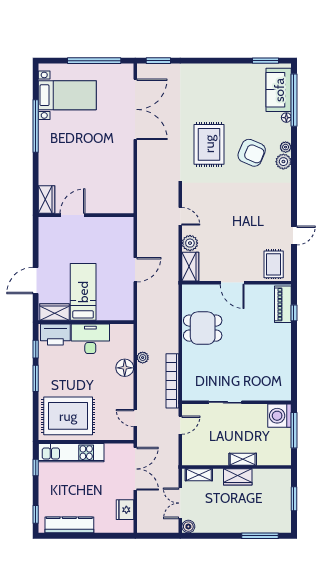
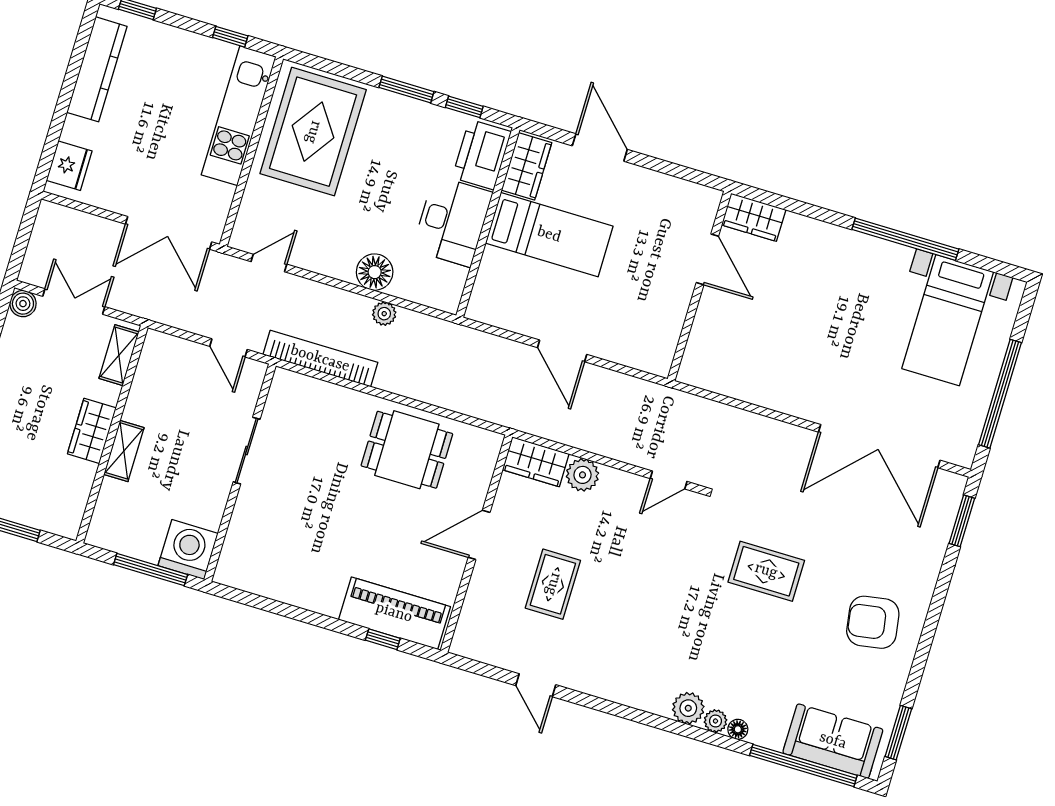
floor lamp: (286, 118) -> (738, 729), moved
rug: (209, 144) -> (766, 571), width x0.73, depth x0.70
armchair: (252, 153) -> (873, 622), moved, turned 58
door: (180, 216) -> (669, 480), moved
rug: (274, 264) -> (553, 584), moved, turned 90
piano: (283, 304) -> (394, 613), width x1.37, depth x1.33
dining table: (203, 328) -> (407, 450), turned 90
fridge: (125, 510) -> (69, 166), moved, turned 90

